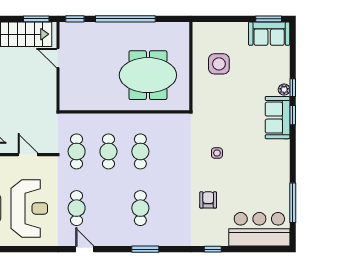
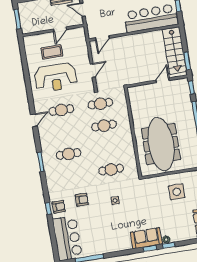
meeting table: (148, 75) -> (161, 144), width x1.36
cafe table: (140, 151) -> (111, 170), moved
armchair: (213, 234) -> (59, 207), added

